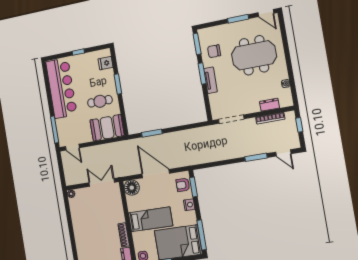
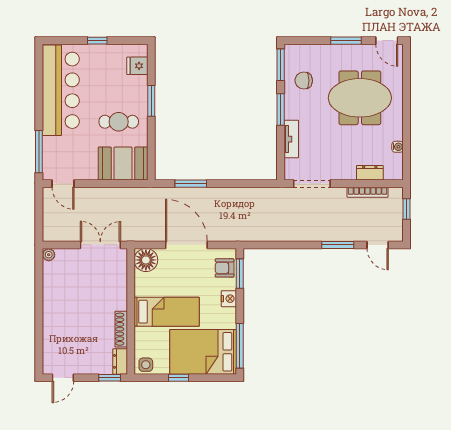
tv unit: (210, 80) -> (291, 139), moved

